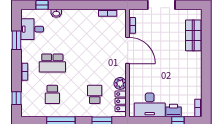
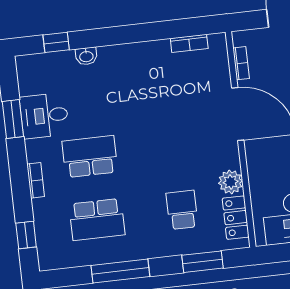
desk: (32, 29) -> (44, 116), moved
school desk: (52, 63) -> (90, 157), turned 180
school desk: (52, 94) -> (97, 219), width x1.85

